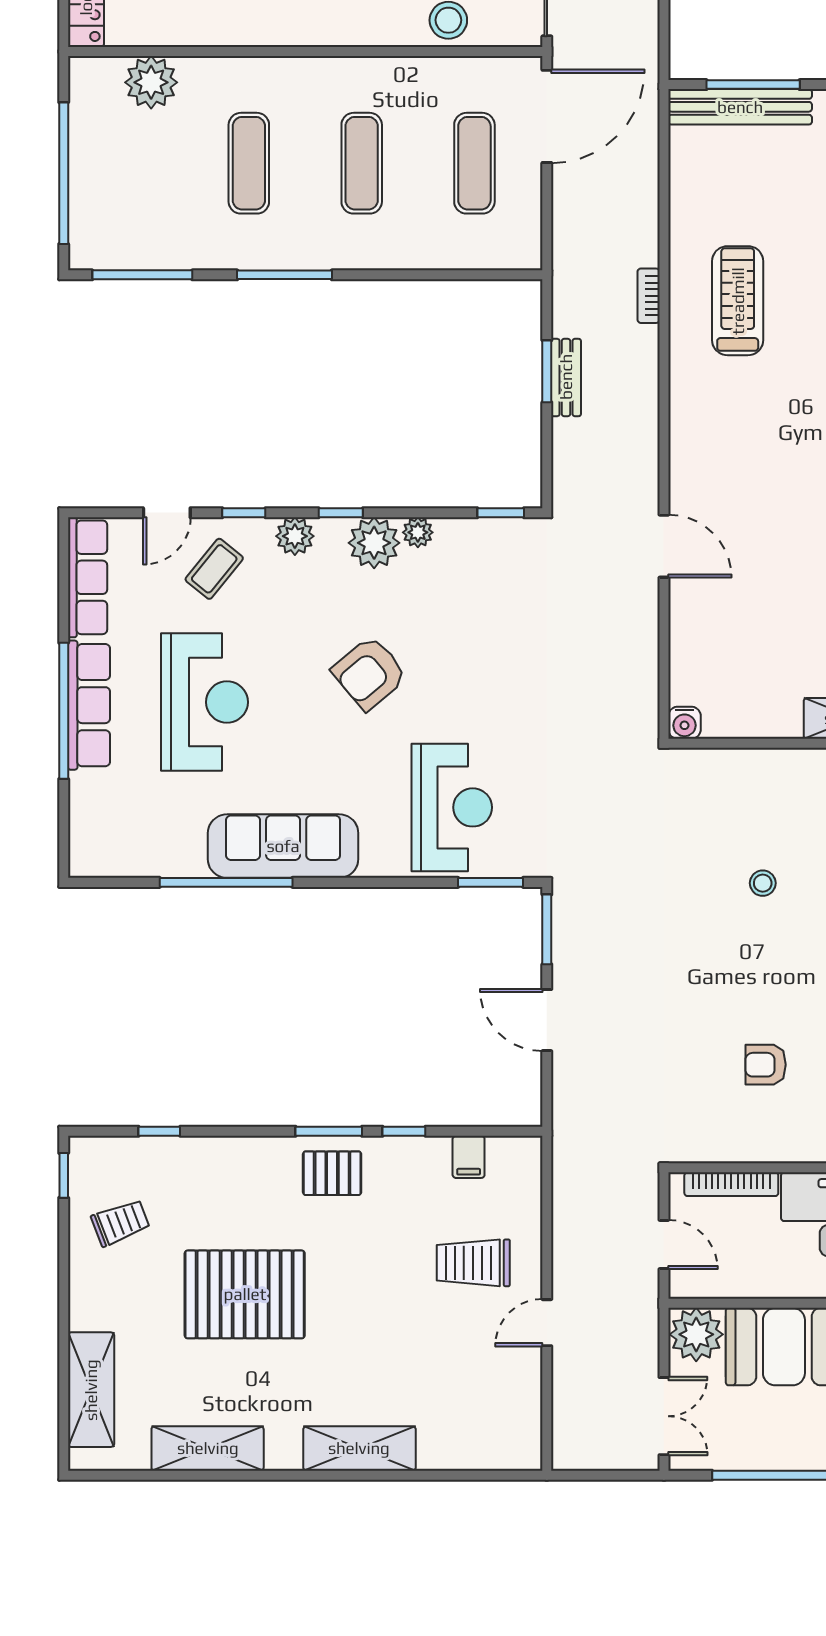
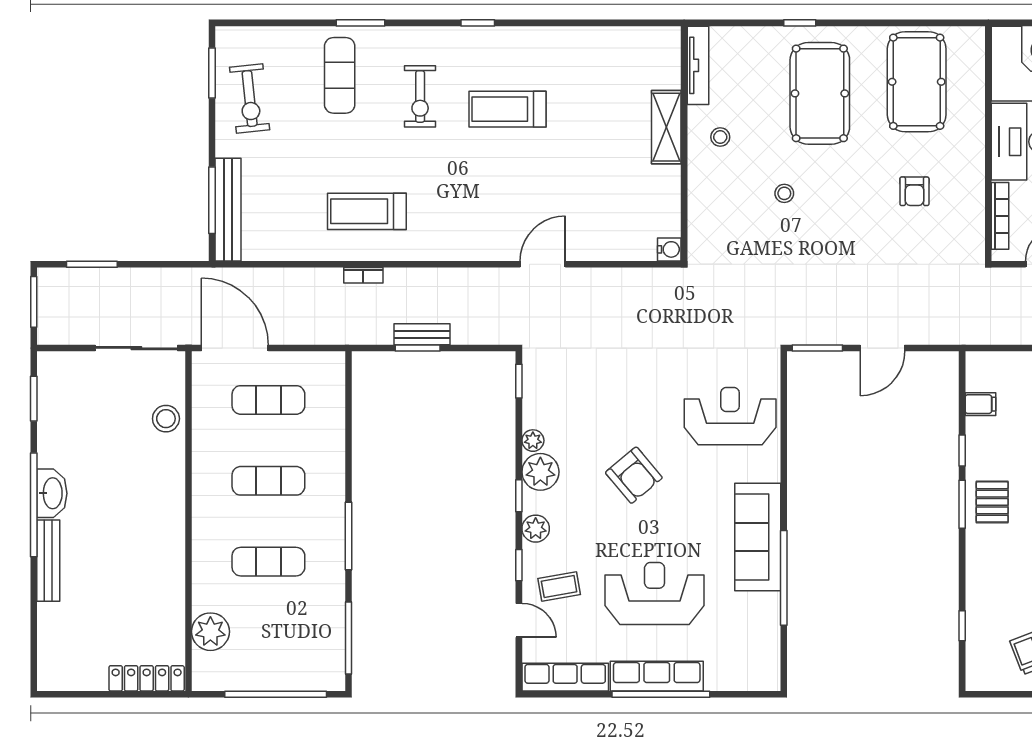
coffee table: (214, 569) -> (559, 586), turned -49
window: (491, 882) -> (784, 388), removed
window: (64, 1175) -> (994, 694), removed

